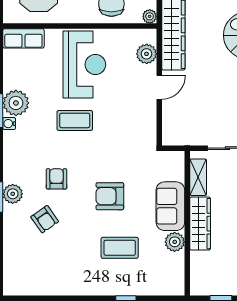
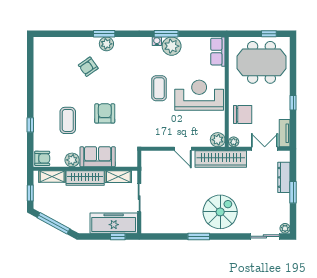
plant: (147, 54) -> (218, 140), moved
reception desk: (84, 64) -> (199, 95), turned 180
armchair: (57, 179) -> (42, 158), moved
shelving: (198, 270) -> (52, 177), added

